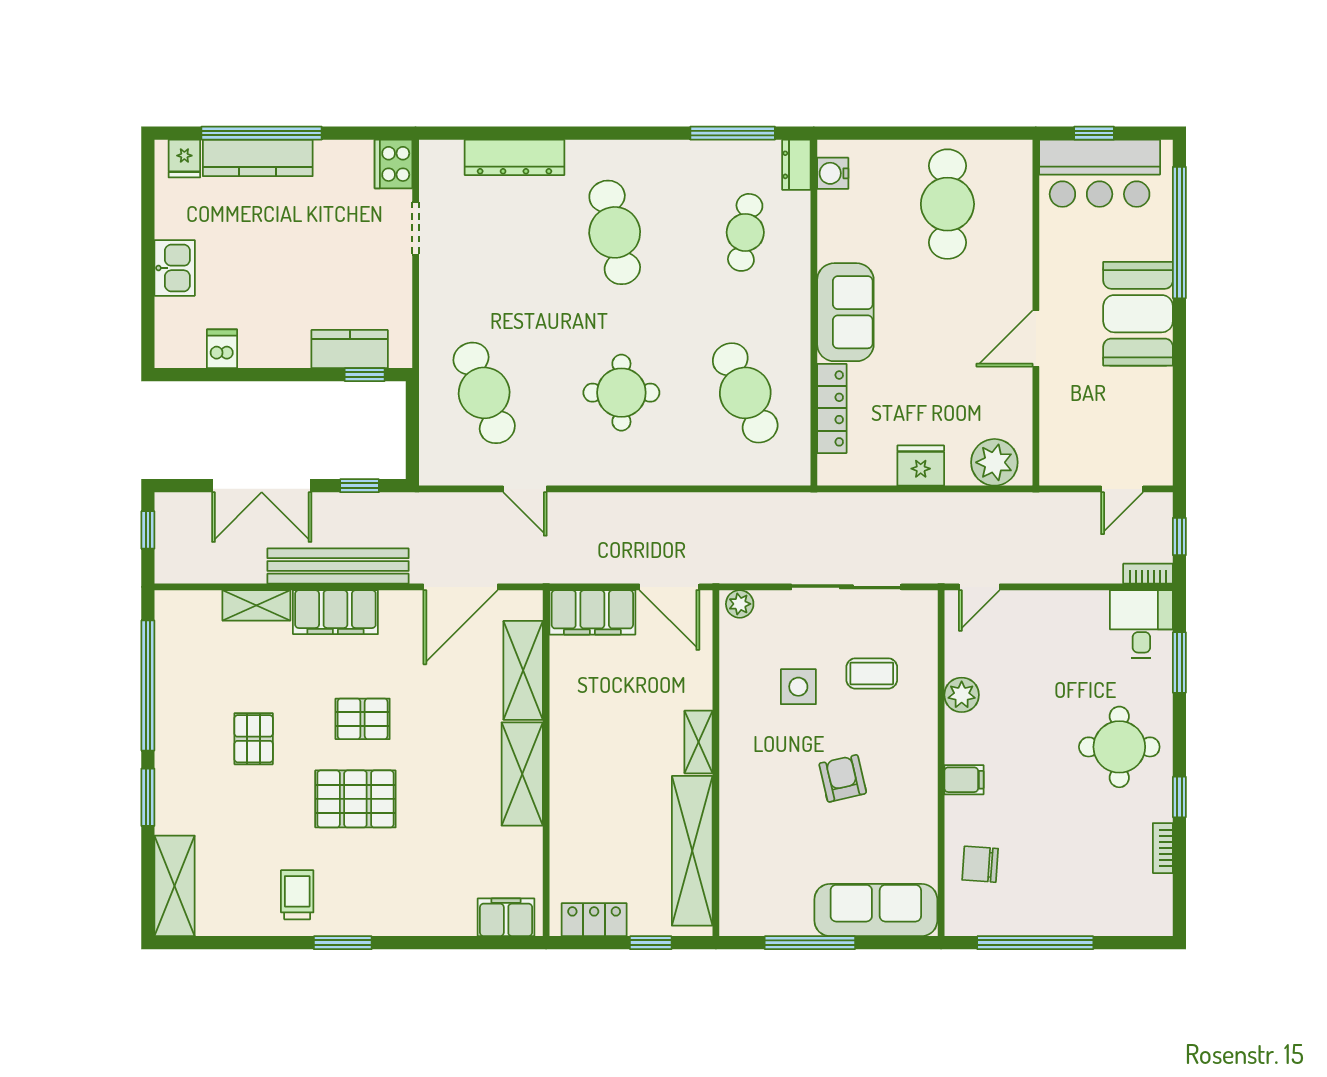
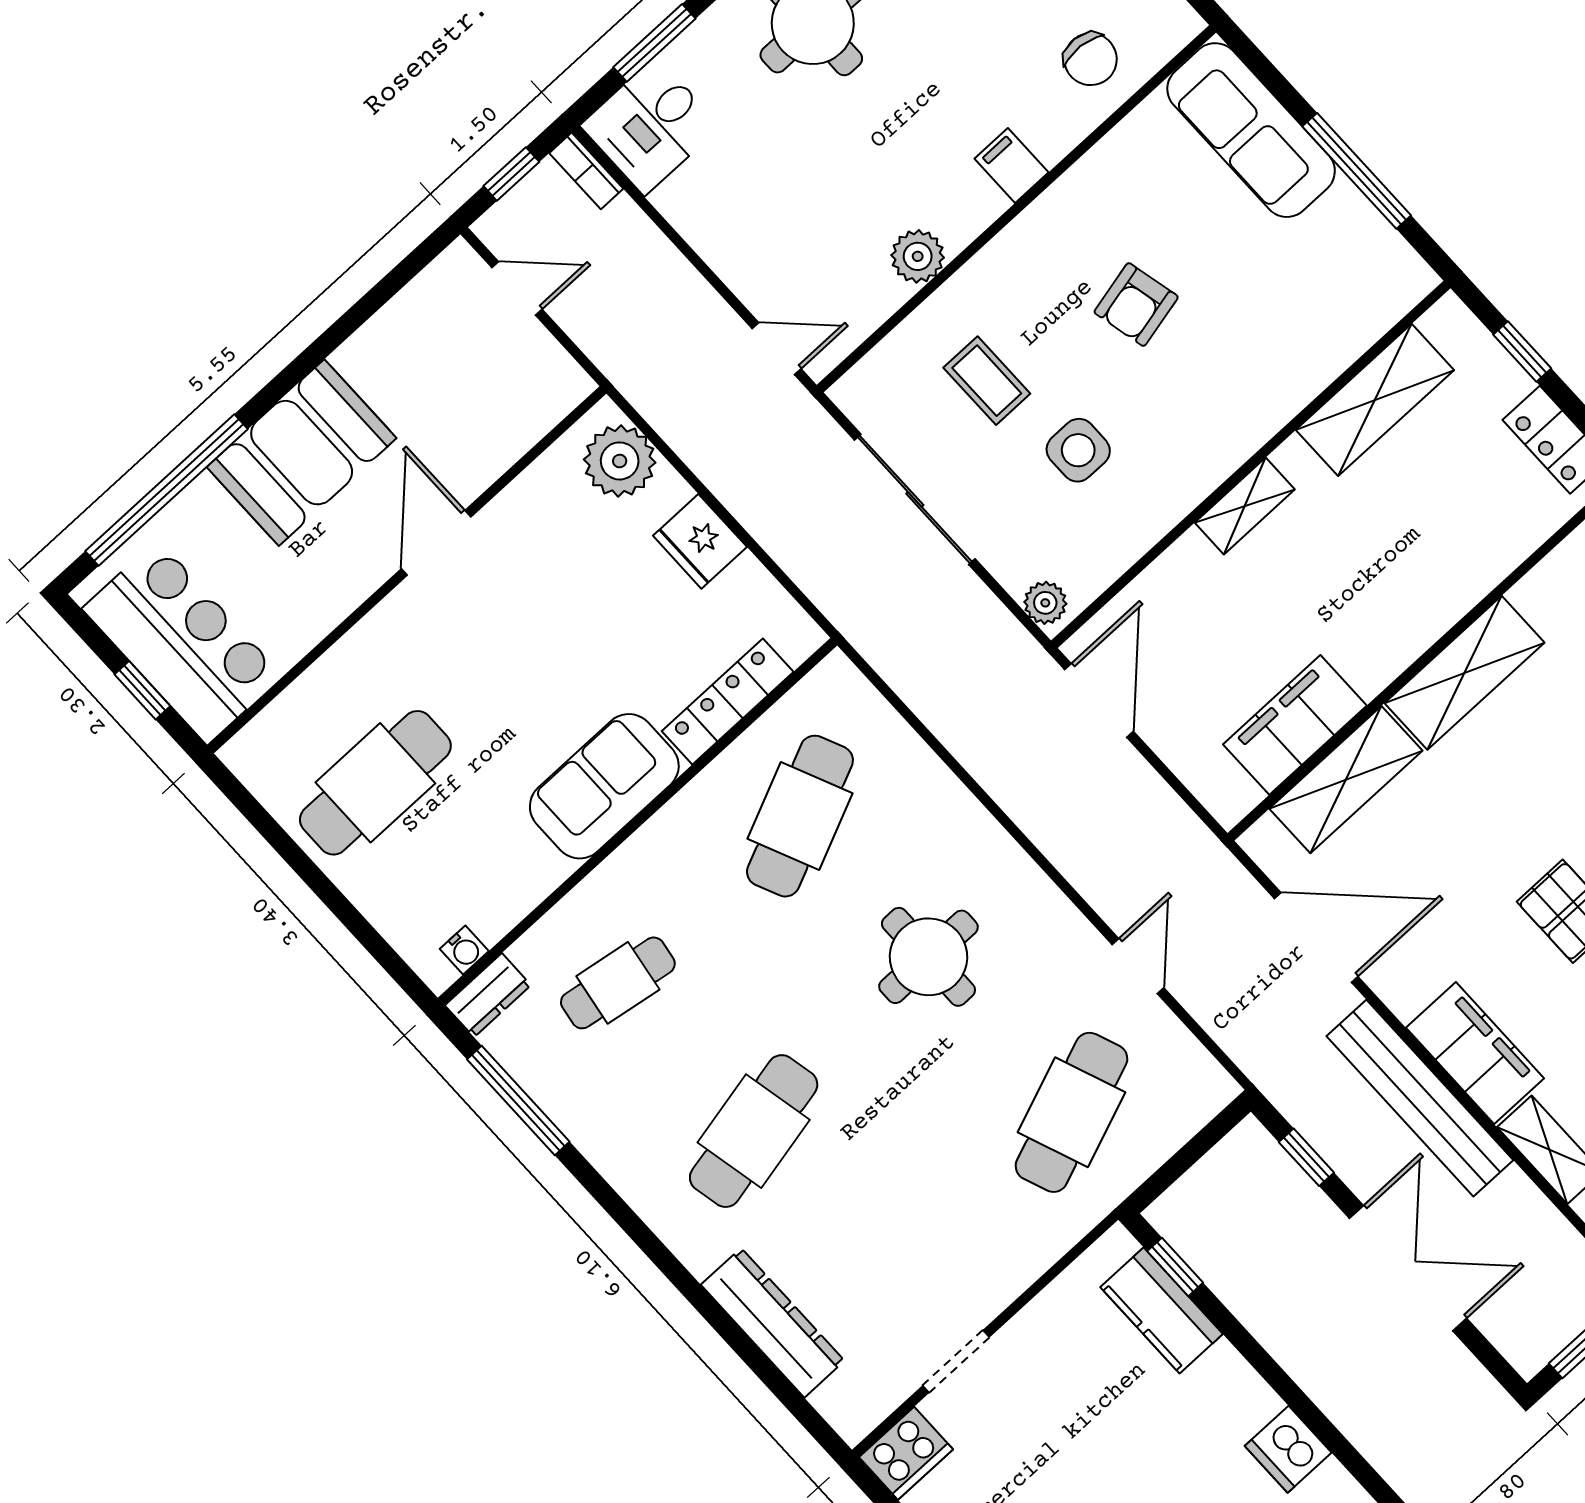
water cooler: (833, 173) -> (464, 950), width x0.72, depth x0.72
door: (1036, 339) -> (436, 543), swing flipped
dishwasher: (222, 349) -> (1288, 1449), width x1.38
filing cabinet: (592, 612) -> (1295, 725), moved, turned -90
shelving: (692, 851) -> (1375, 400), width x0.68

